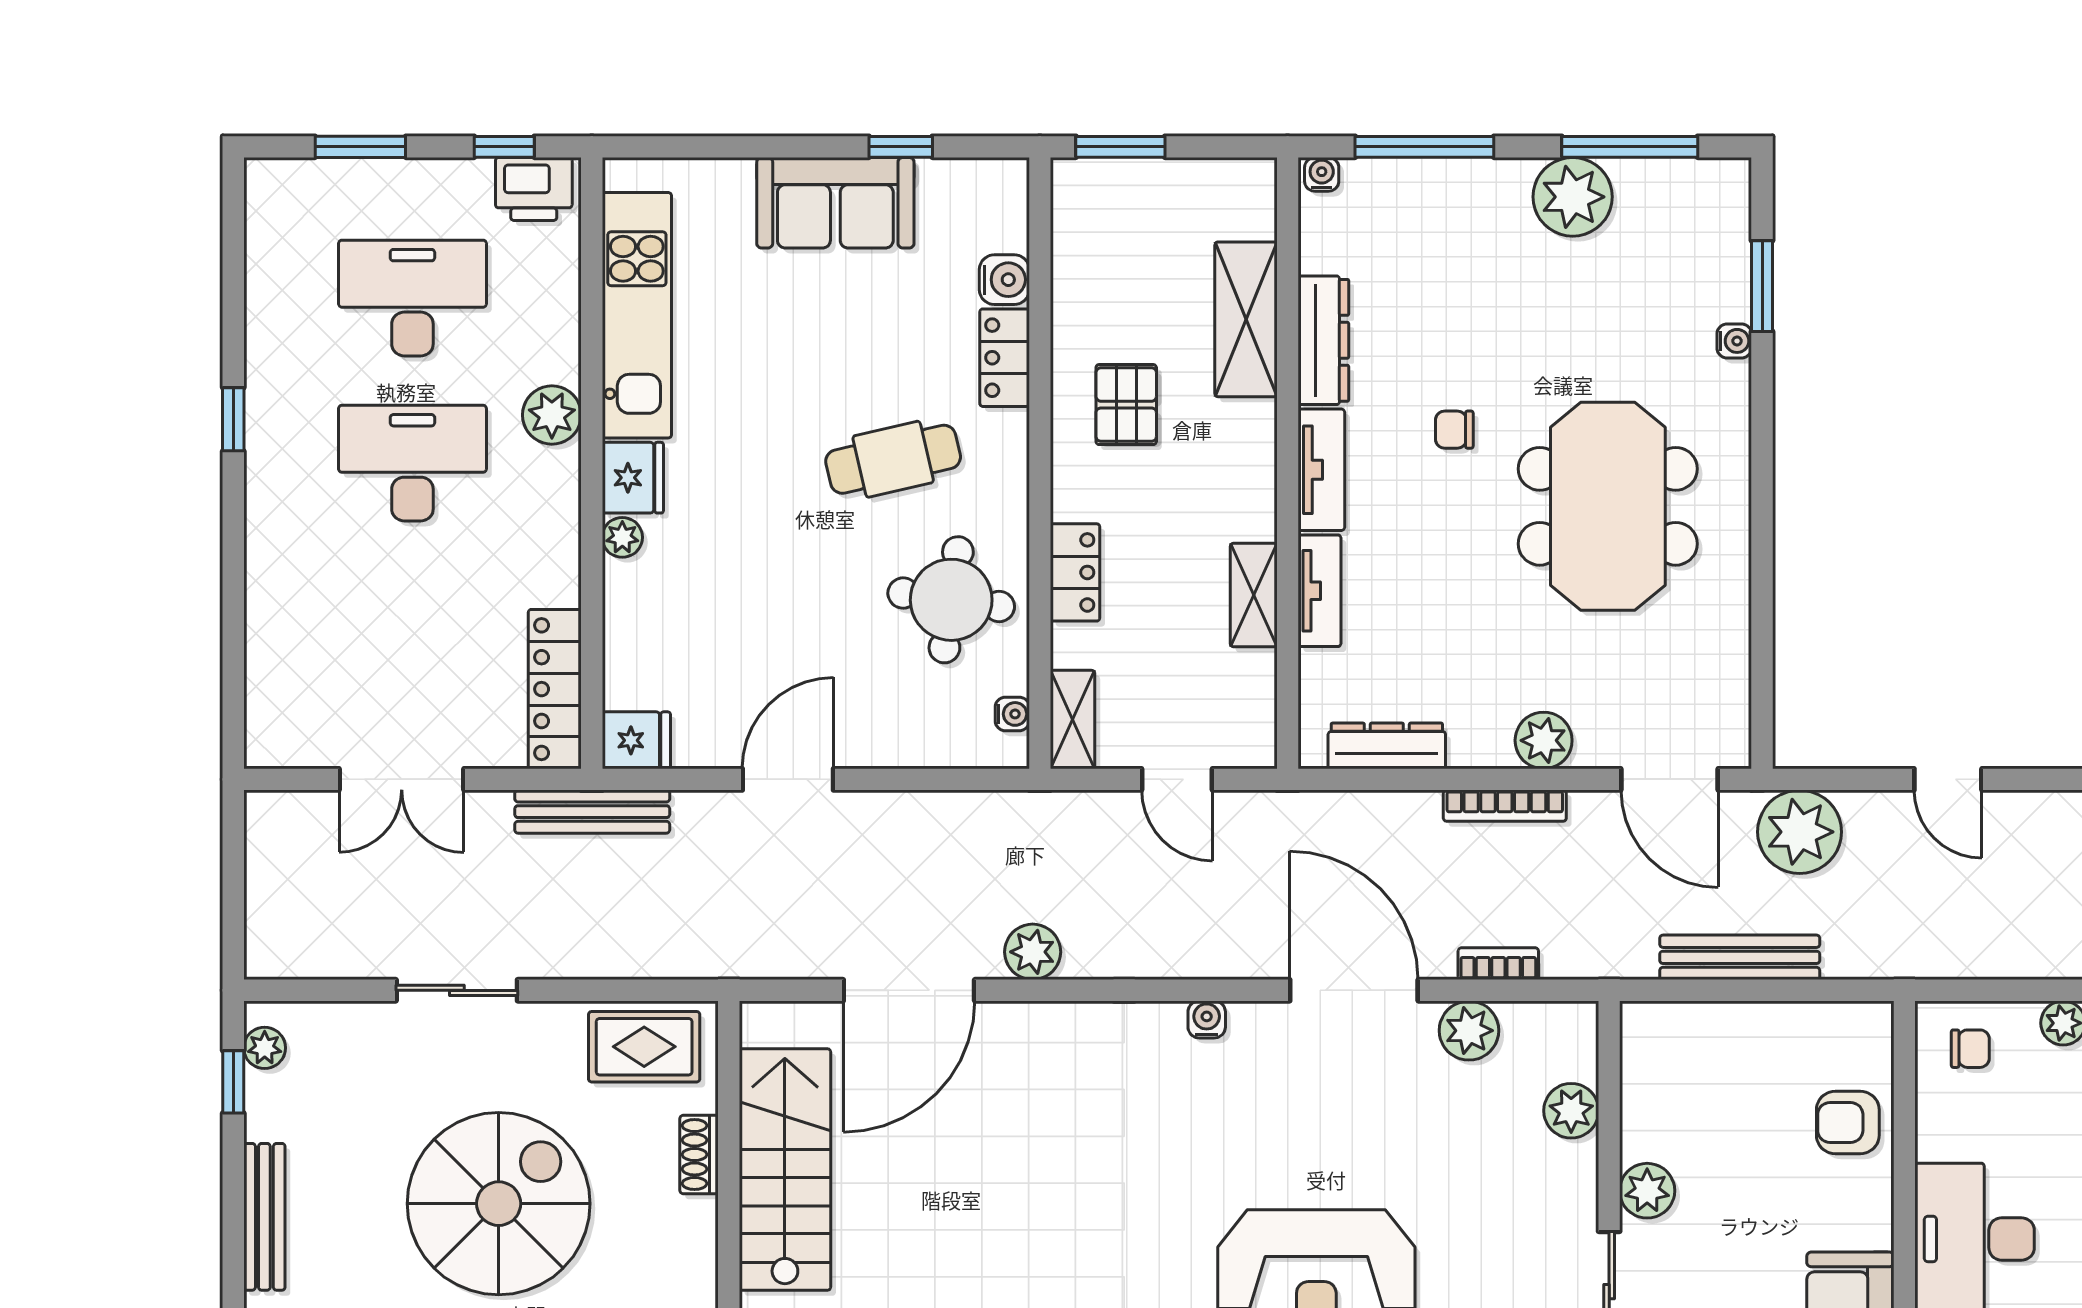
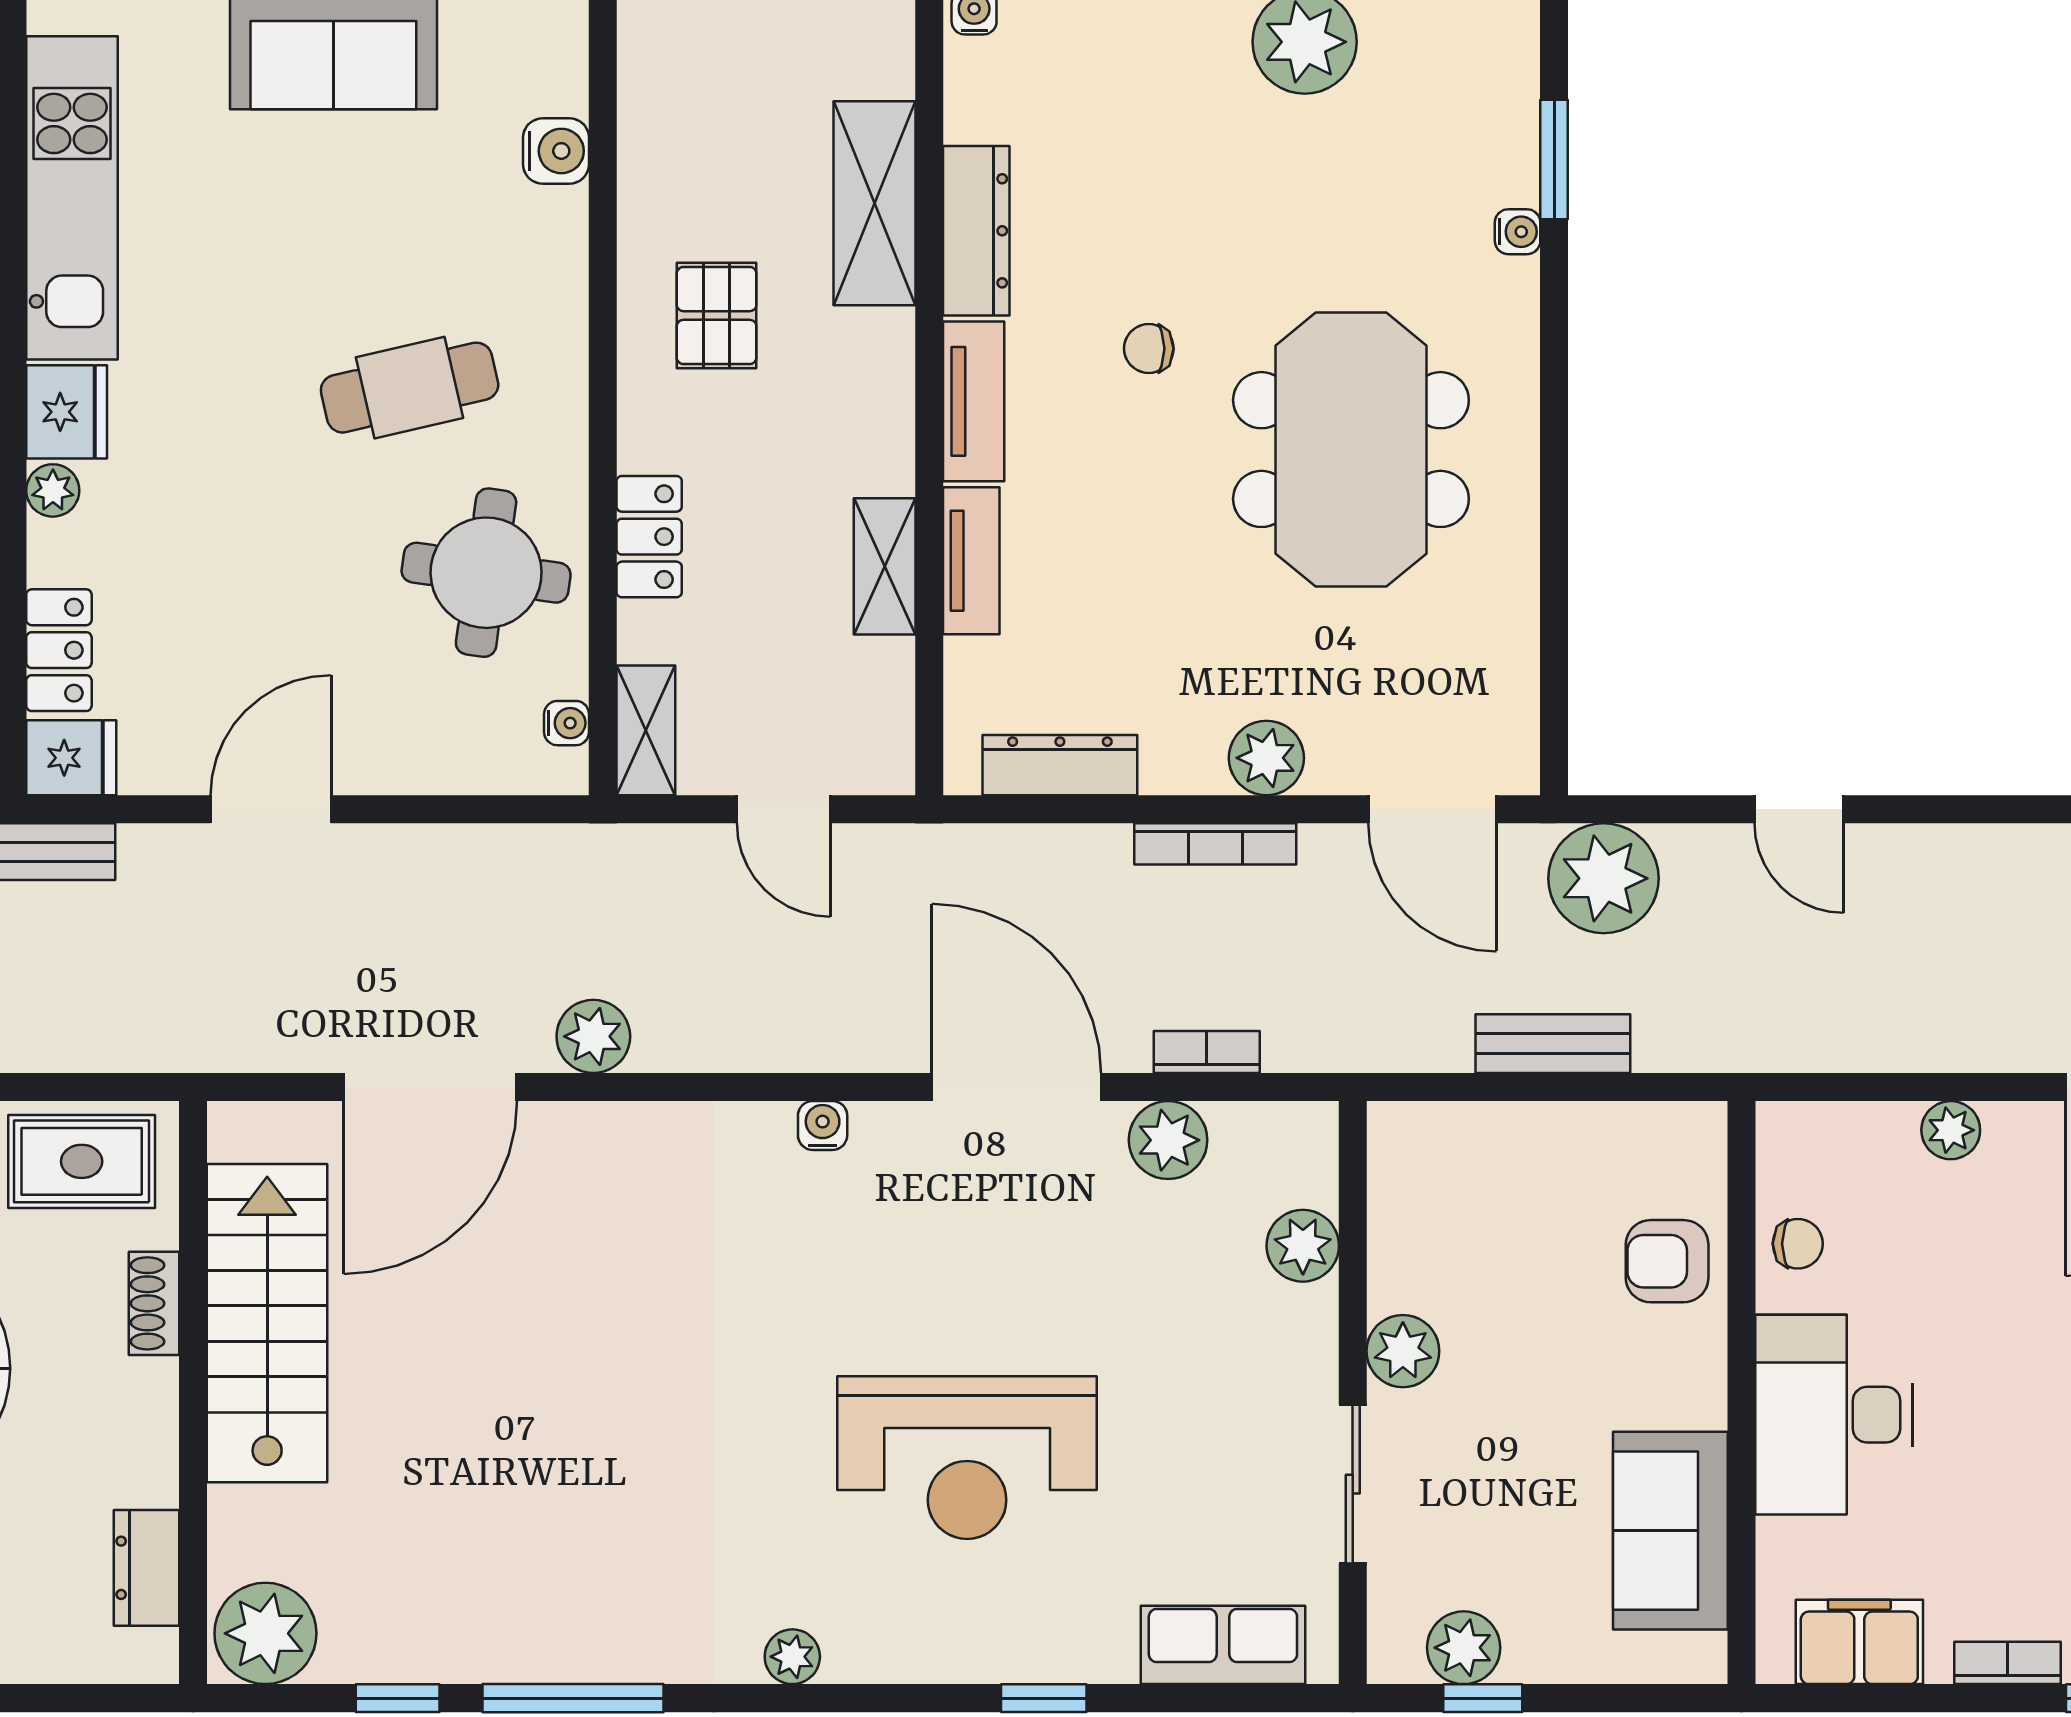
locker: (1005, 358) -> (59, 650), moved, turned 180
bench: (1740, 957) -> (1553, 1044), width x0.73
chair: (1970, 1049) -> (1798, 1244), moved

